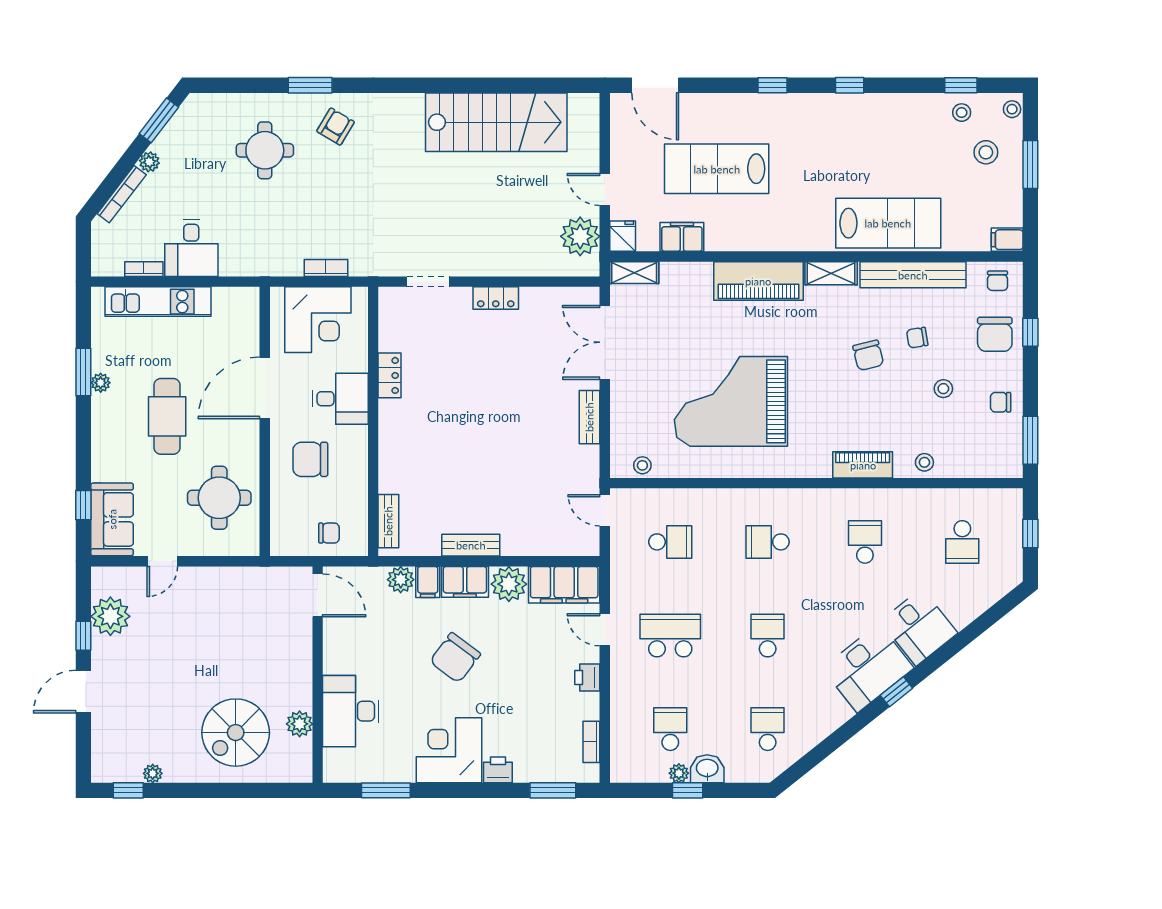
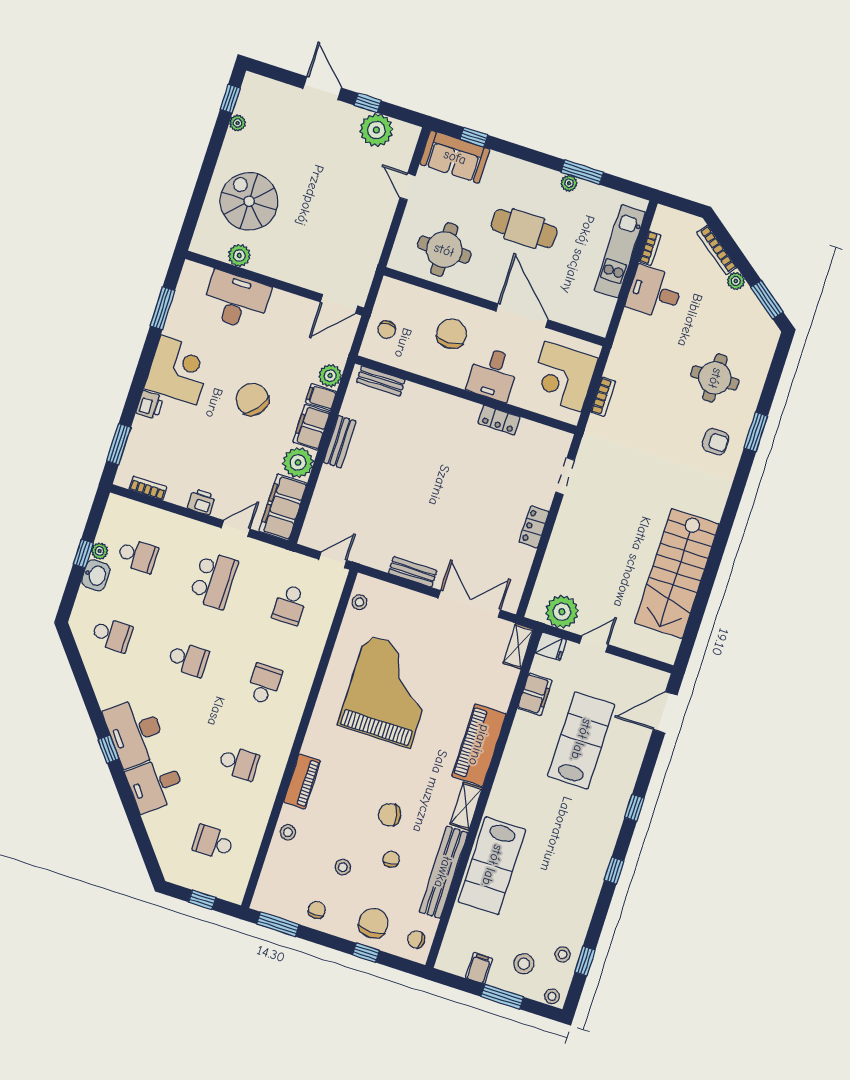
armchair: (336, 127) -> (716, 442), turned -31
filing cabinet: (1007, 240) -> (479, 968), moved
chair: (995, 334) -> (373, 923), turned 90

